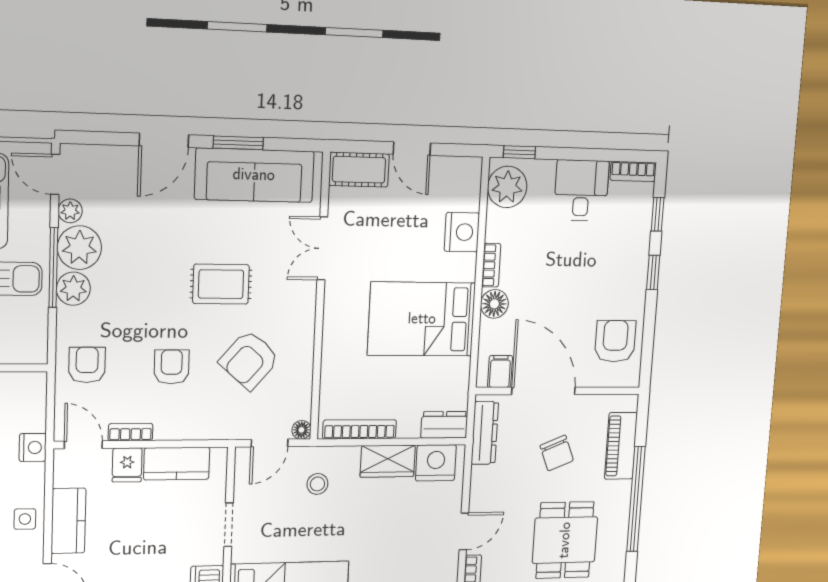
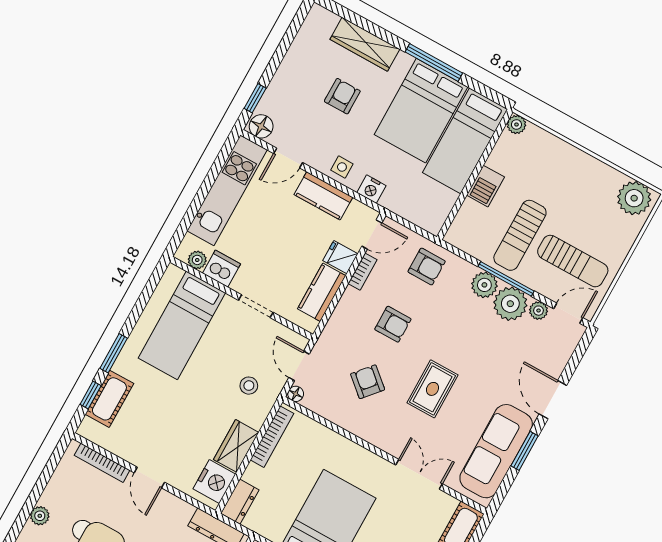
armchair: (249, 360) -> (368, 382), width x0.72, depth x0.72
nightstand: (33, 447) -> (371, 189), moved

